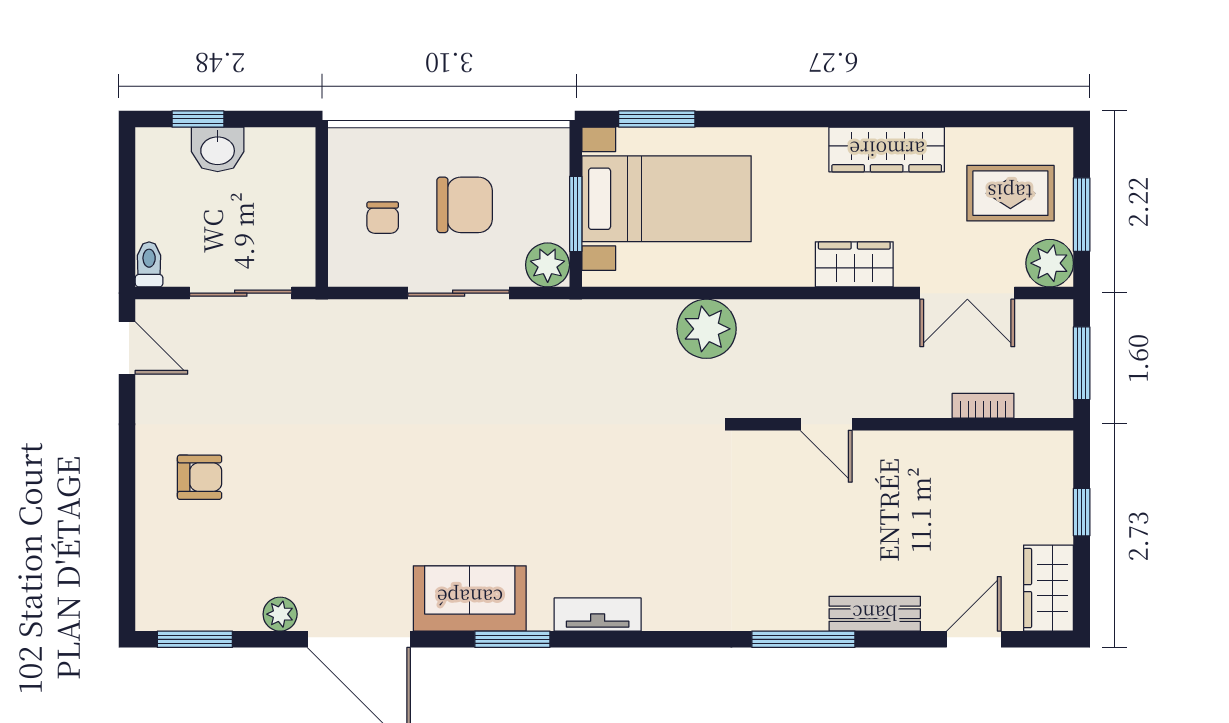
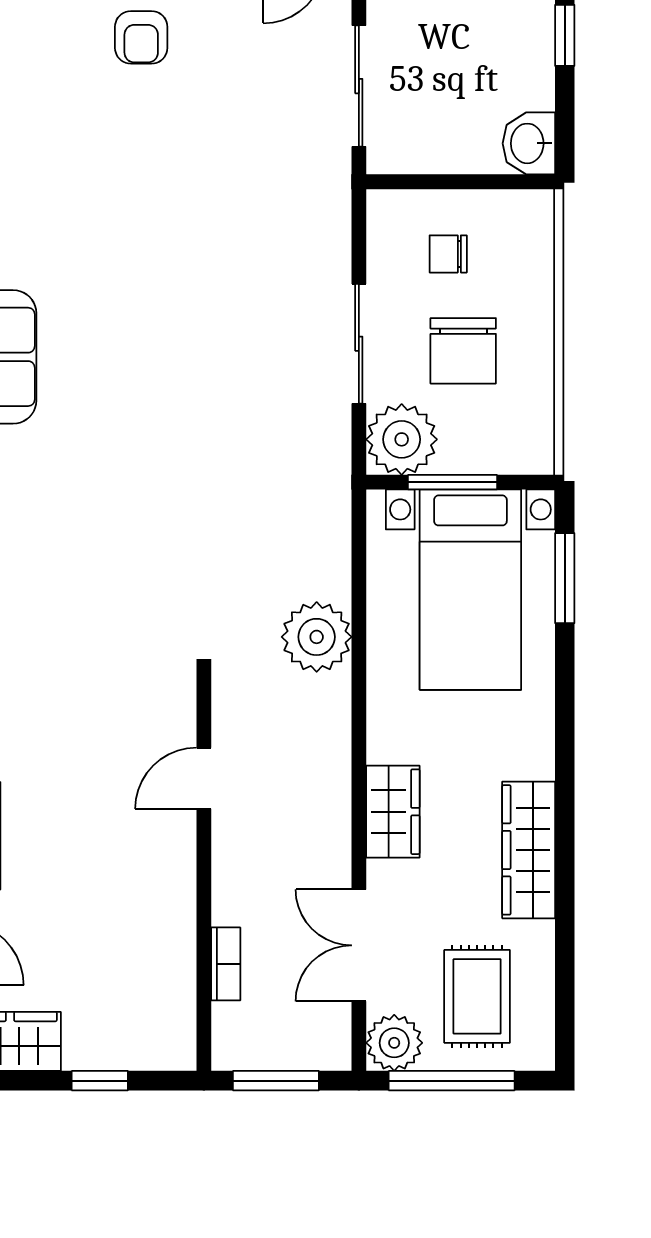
washbasin: (218, 149) -> (529, 143), moved
window: (1082, 215) -> (452, 1081), width x1.44
plant: (548, 265) -> (402, 439), width x1.36, depth x1.36

